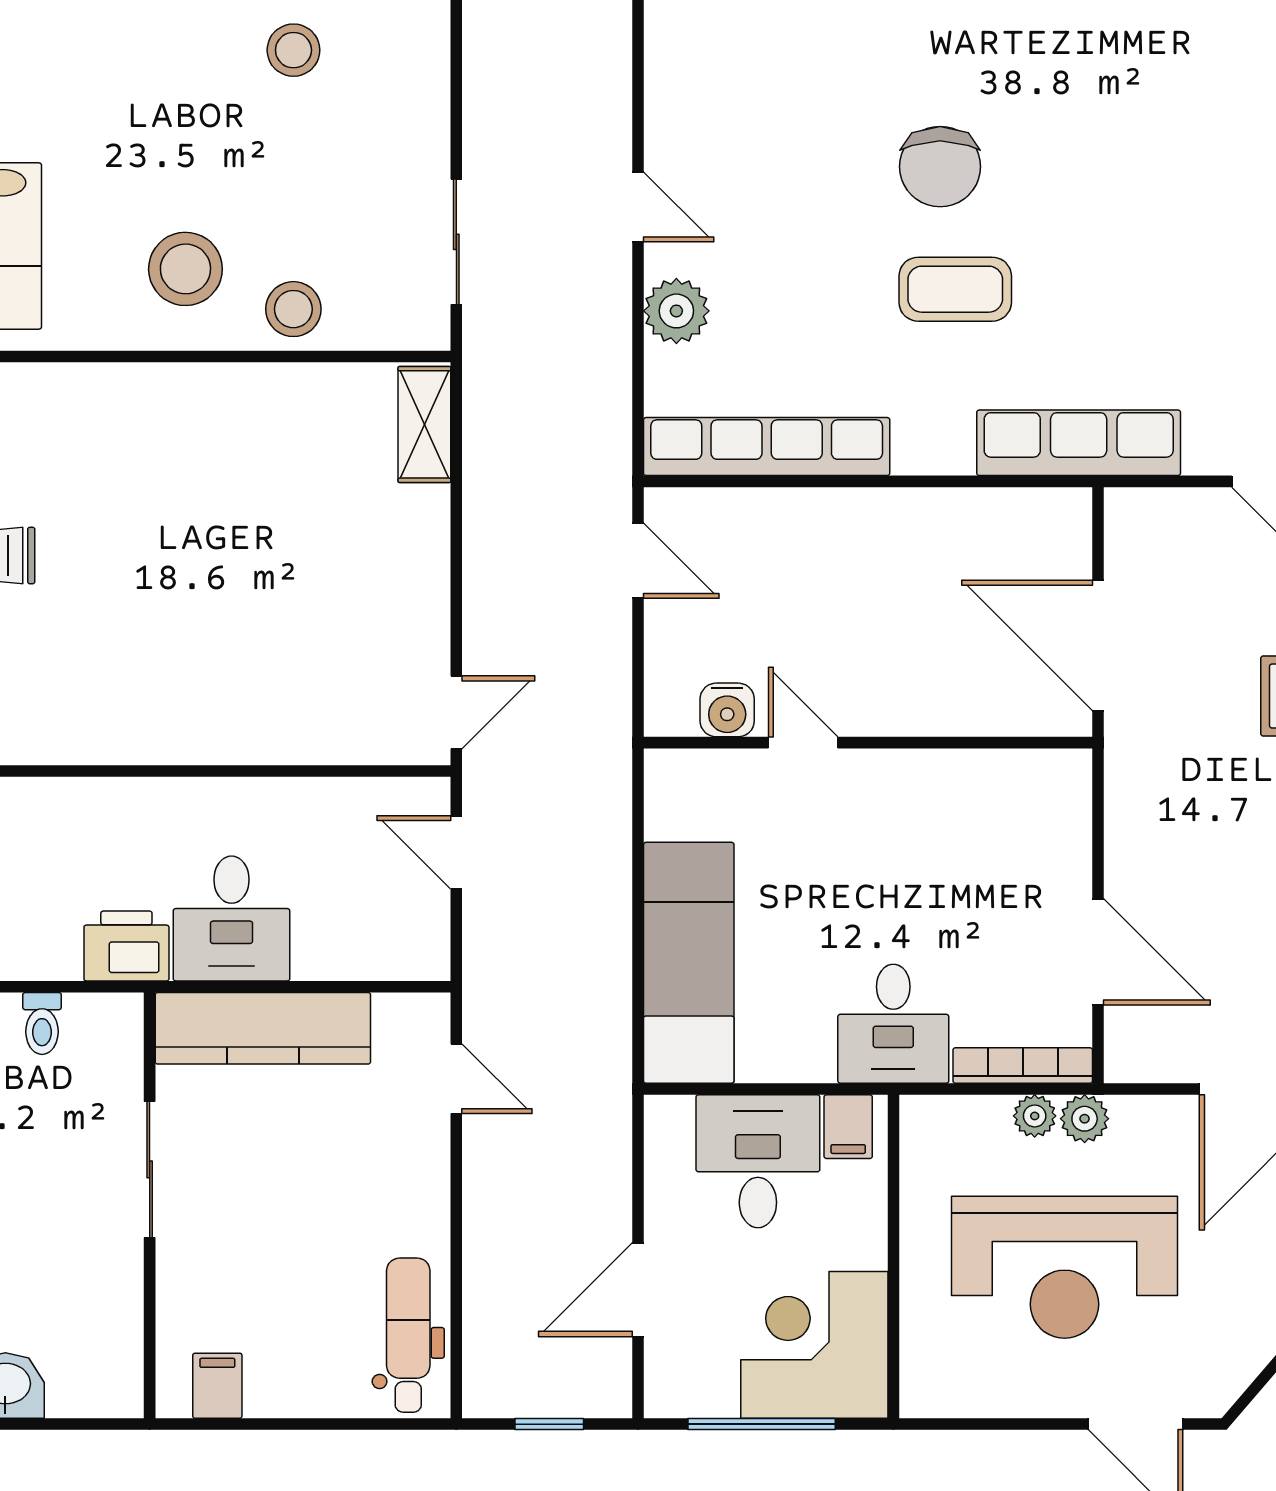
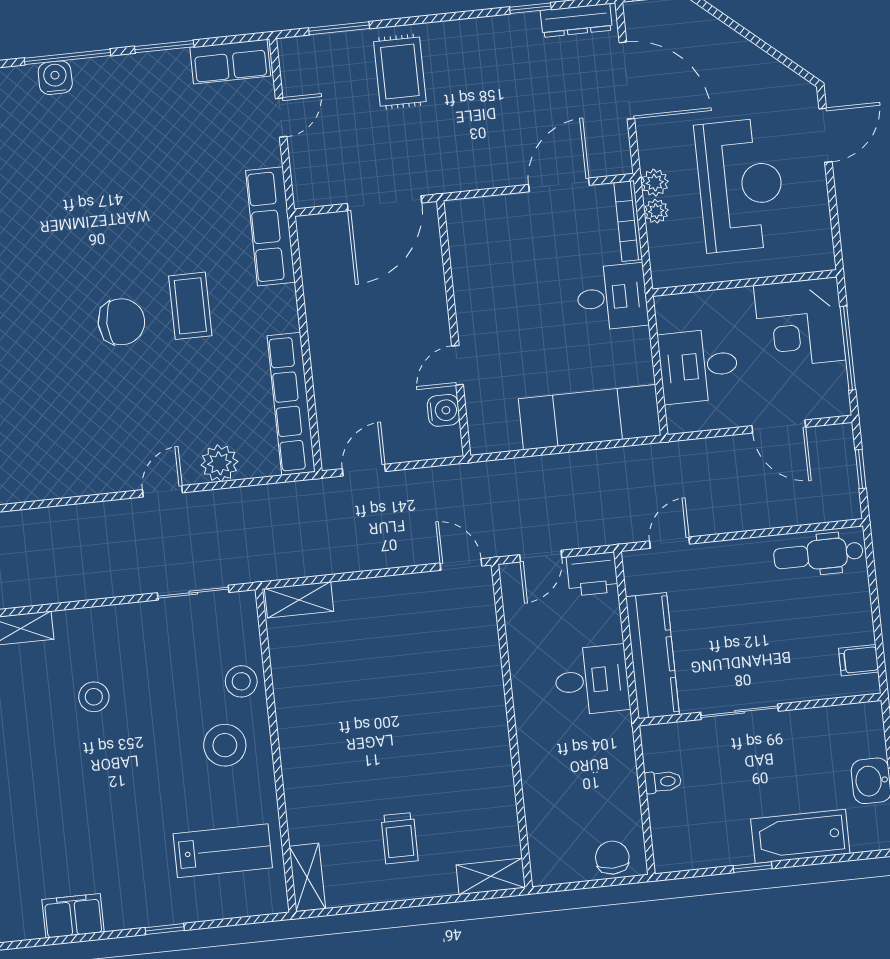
printer: (126, 946) -> (592, 574), moved, turned -90
filing cabinet: (848, 1127) -> (673, 317), removed

